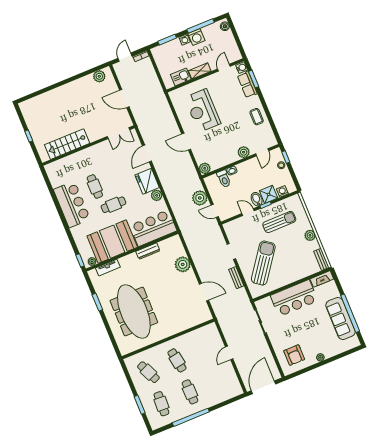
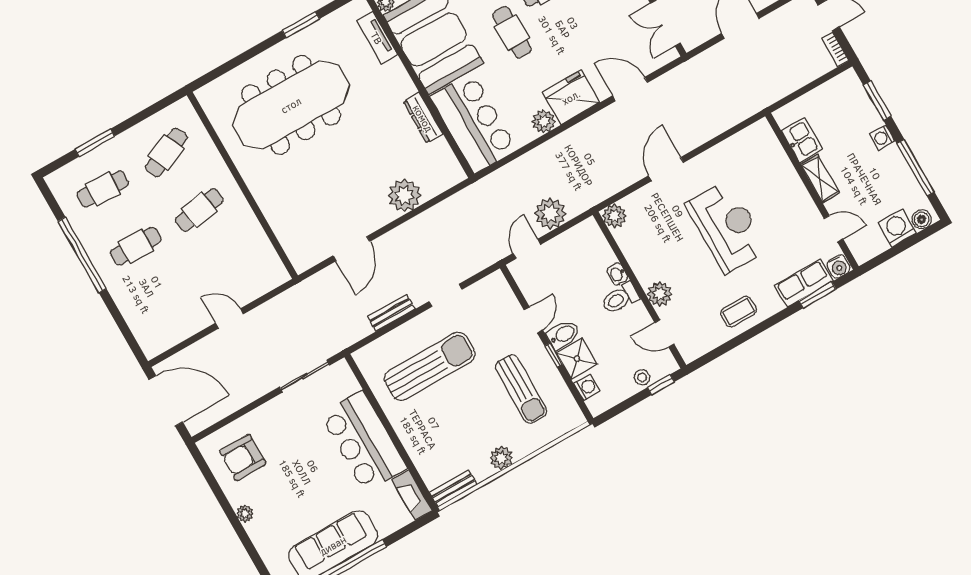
washing machine: (196, 37) -> (897, 228), moved, turned 90
reception desk: (203, 111) -> (727, 227), moved, turned 90
toilet: (224, 179) -> (620, 298), moved
sun lounger: (263, 263) -> (430, 366), turned -36

